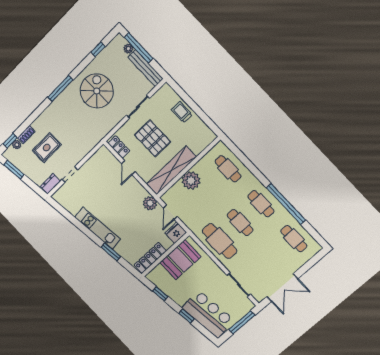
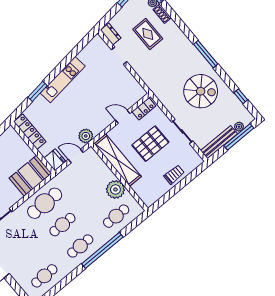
plant: (191, 180) -> (115, 189), moved
window: (286, 204) -> (102, 250), moved
booth: (180, 260) -> (30, 176), moved, turned 90

